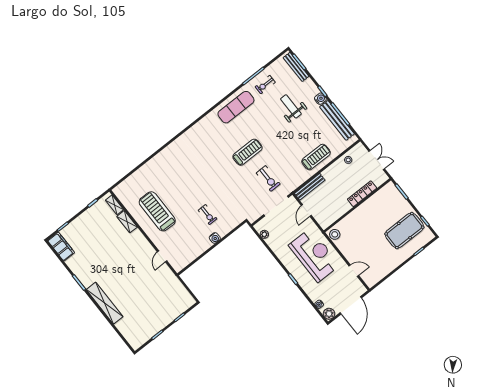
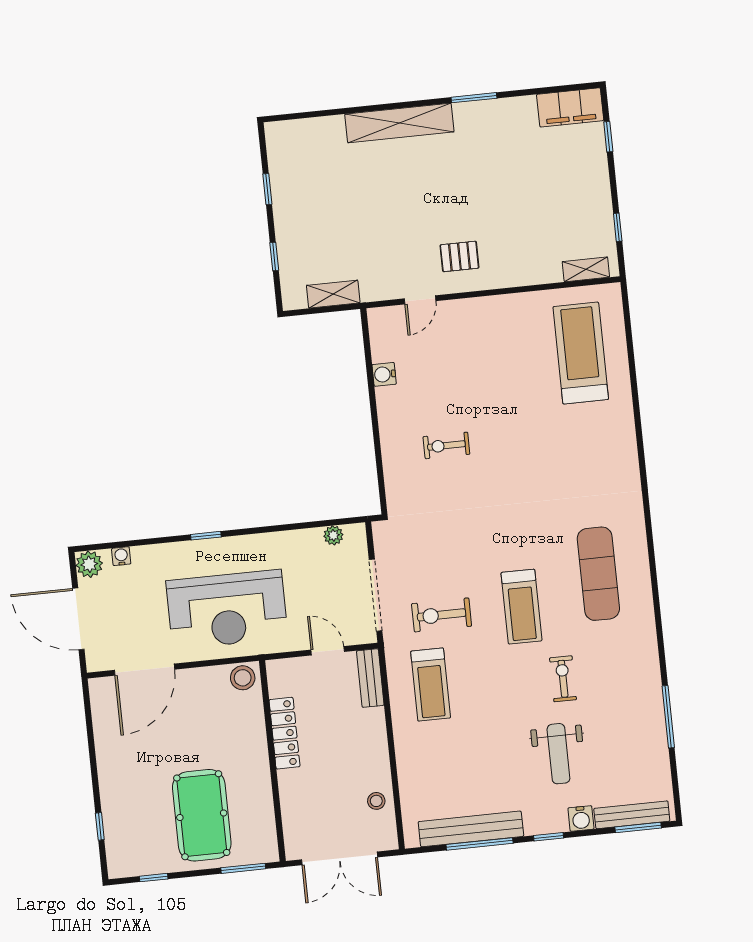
exercise bike: (265, 85) -> (563, 679), moved
water cooler: (320, 99) -> (581, 818), moved
weight bench: (291, 106) -> (558, 754), turned 90
exercise mat: (236, 107) -> (598, 574), moved
treadmill: (316, 157) -> (431, 685), moved
double door: (377, 160) -> (340, 858), width x1.37
bench: (310, 187) -> (370, 678), width x0.73
locker: (362, 194) -> (285, 733), moved
treadmill: (157, 211) -> (581, 353), moved, turned -90
shelving: (127, 222) -> (333, 294), moved
pool table: (404, 231) -> (202, 815), moved
water cooler: (215, 238) -> (384, 374), moved
pallet: (138, 252) -> (459, 256), added
door: (162, 256) -> (420, 300), swing flipped
door: (354, 271) -> (145, 670), width x1.88

